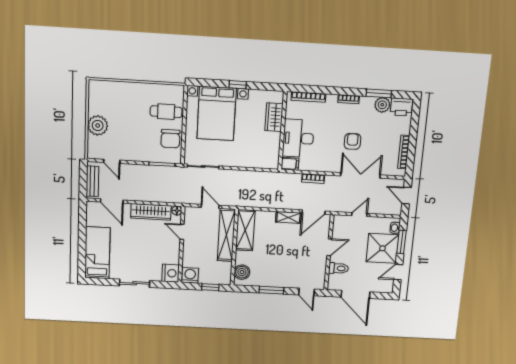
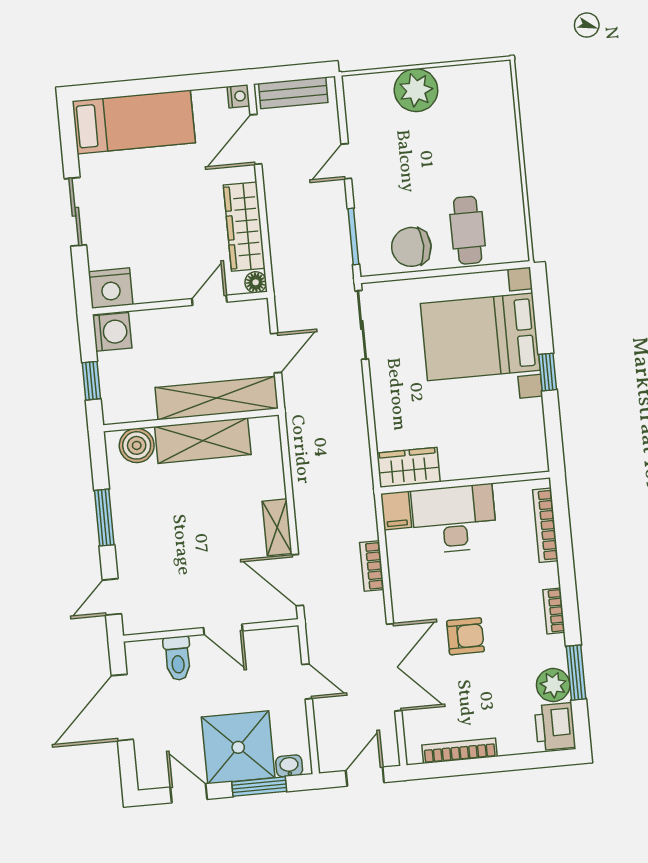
wardrobe: (274, 117) -> (408, 467), moved
door: (112, 161) -> (346, 161), moved
nightstand: (91, 206) -> (238, 96), added
shelving: (245, 230) -> (203, 441), moved

